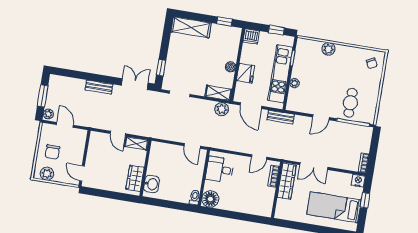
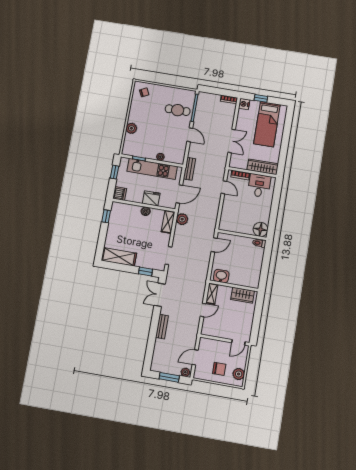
shelving: (191, 27) -> (119, 257), moved, turned 90
desk: (220, 169) -> (259, 186), moved, turned 180
wardrobe: (287, 181) -> (263, 167), moved
washbasin: (152, 184) -> (221, 276), moved

